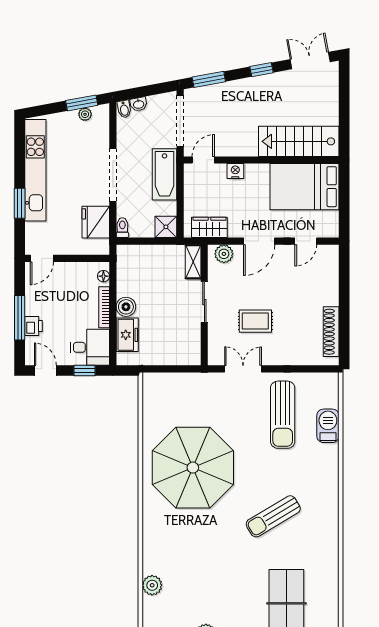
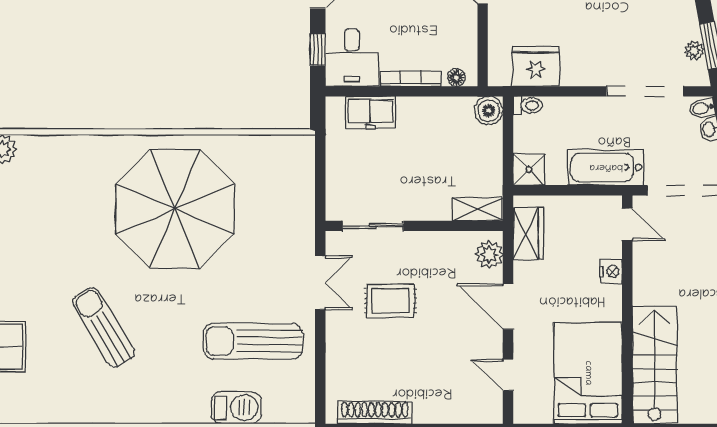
doorway: (113, 175) -> (645, 91), moved
sliding door: (204, 302) -> (373, 226), moved
boiler: (126, 307) -> (489, 111), moved
rug: (255, 321) -> (390, 301), turned 90

